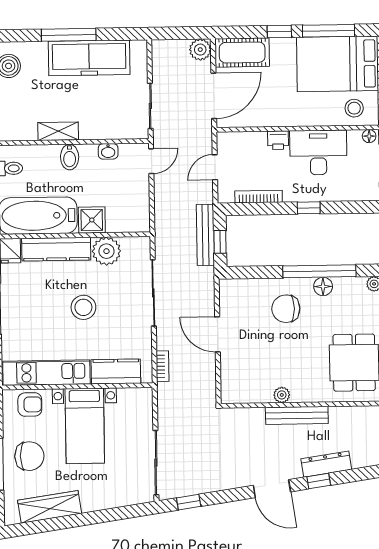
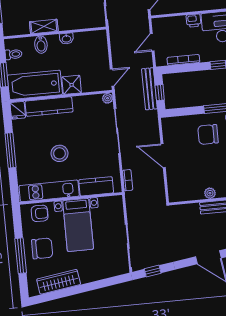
washbasin: (108, 151) -> (66, 39), moved
bidet: (70, 157) -> (41, 45), moved
door: (151, 161) -> (112, 77), moved
plant: (106, 251) -> (108, 98), moved, width x0.53, depth x0.53
stool: (83, 307) -> (59, 153), moved

